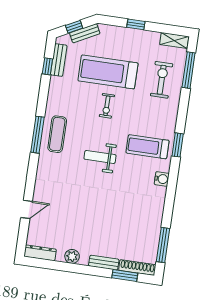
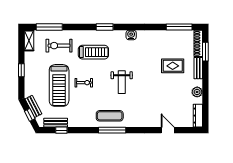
treadmill: (148, 147) -> (93, 52), moved, turned -90
rug: (112, 229) -> (173, 66), added

